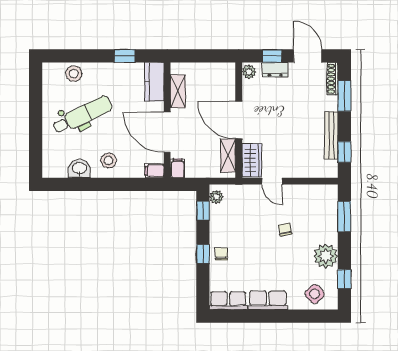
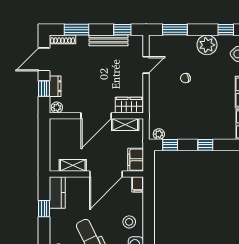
kitchen counter: (154, 82) -> (57, 192), moved, turned -90
filing cabinet: (178, 168) -> (136, 160), width x2.00
door: (272, 181) -> (146, 65), moved
chair: (222, 254) -> (205, 130), removed

